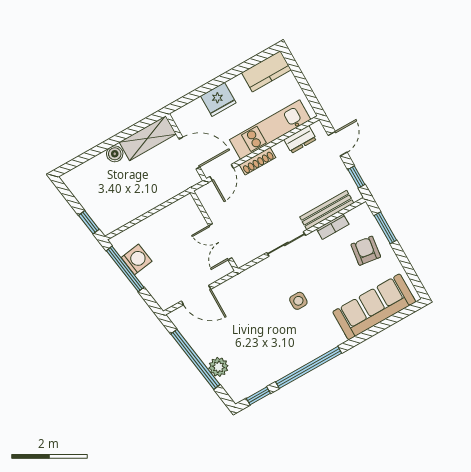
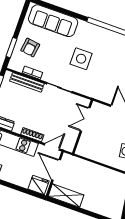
fridge: (218, 99) -> (38, 185), moved
boiler: (115, 154) -> (87, 205), removed
double door: (220, 242) -> (85, 119), swing flipped
side table: (298, 301) -> (81, 59), width x1.87, depth x1.87

